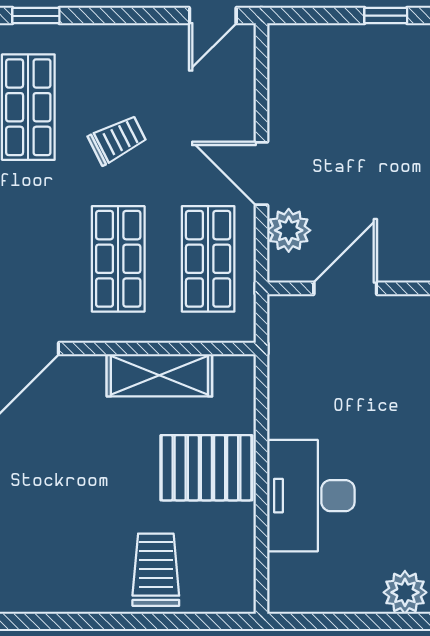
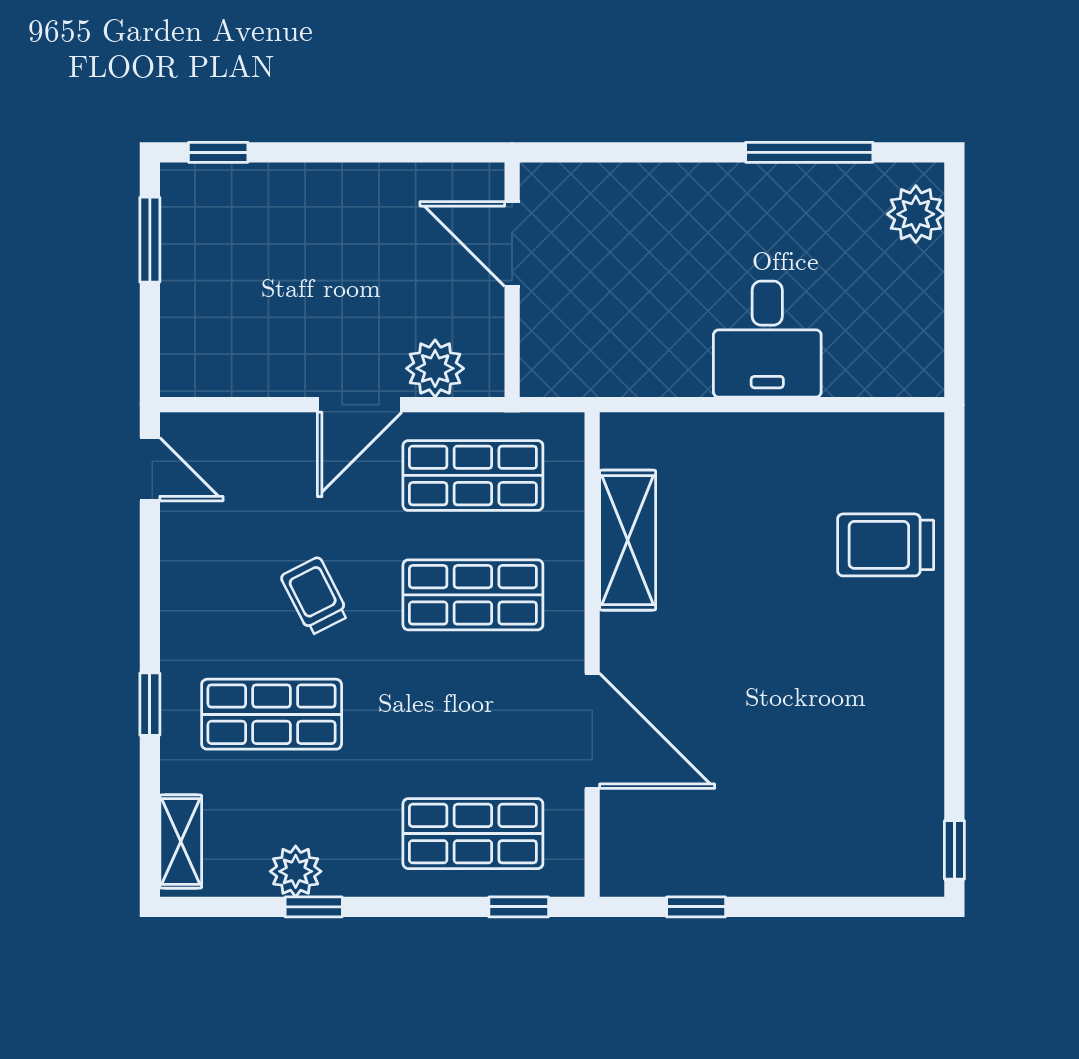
window: (386, 16) -> (150, 240), width x1.50
door: (345, 288) -> (512, 244), moved
pallet: (206, 468) -> (750, 478), removed
desk: (311, 496) -> (767, 339), width x0.73

